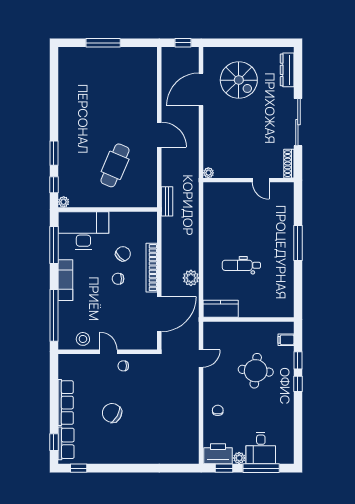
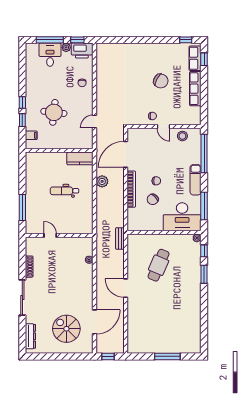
wall: (248, 180) -> (59, 236), moved
door: (261, 180) -> (50, 236), moved
dental chair: (241, 265) -> (64, 191), turned 180

